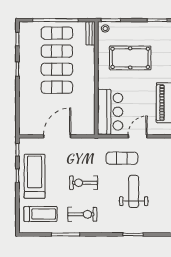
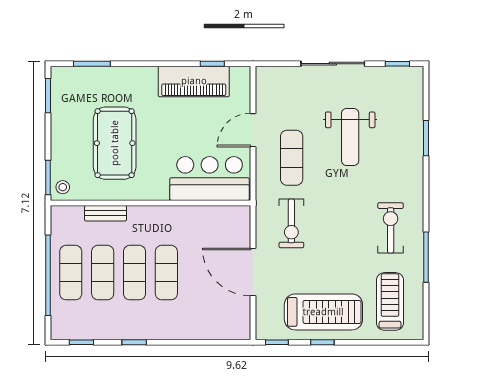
bench: (90, 33) -> (106, 213), moved
door: (138, 136) -> (253, 130), hinge flipped
treadmill: (35, 176) -> (323, 312), turned 180
exercise bike: (84, 183) -> (291, 223), moved
weight bench: (134, 191) -> (350, 137), turned -90

